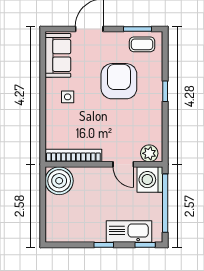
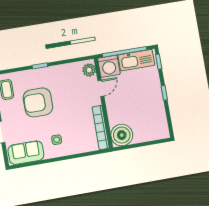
kitchen sink: (129, 232) -> (136, 60), moved, turned -90

